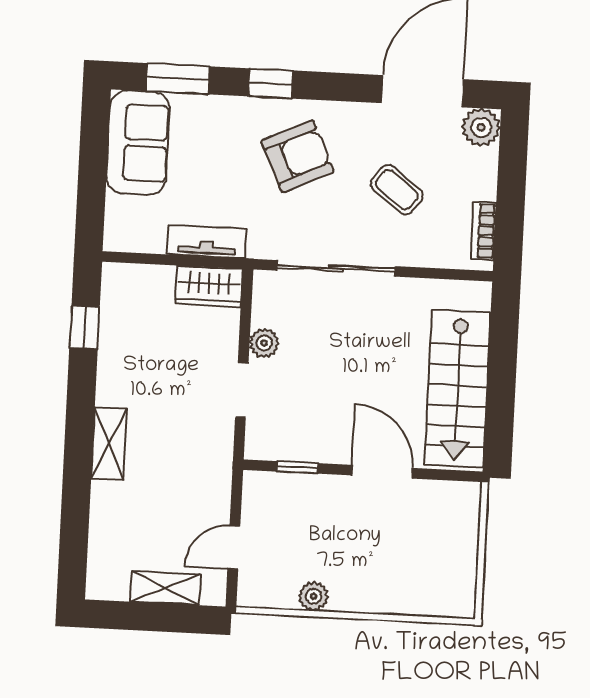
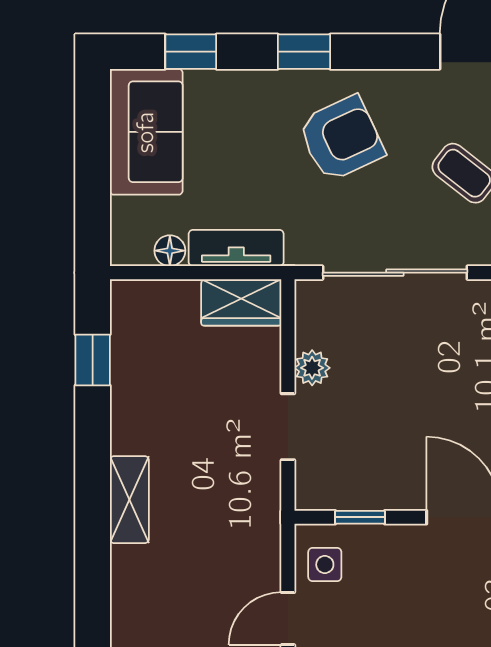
window: (178, 79) -> (191, 52), width x0.67
floor lamp: (152, 241) -> (170, 251), added
side table: (266, 505) -> (325, 565), added

